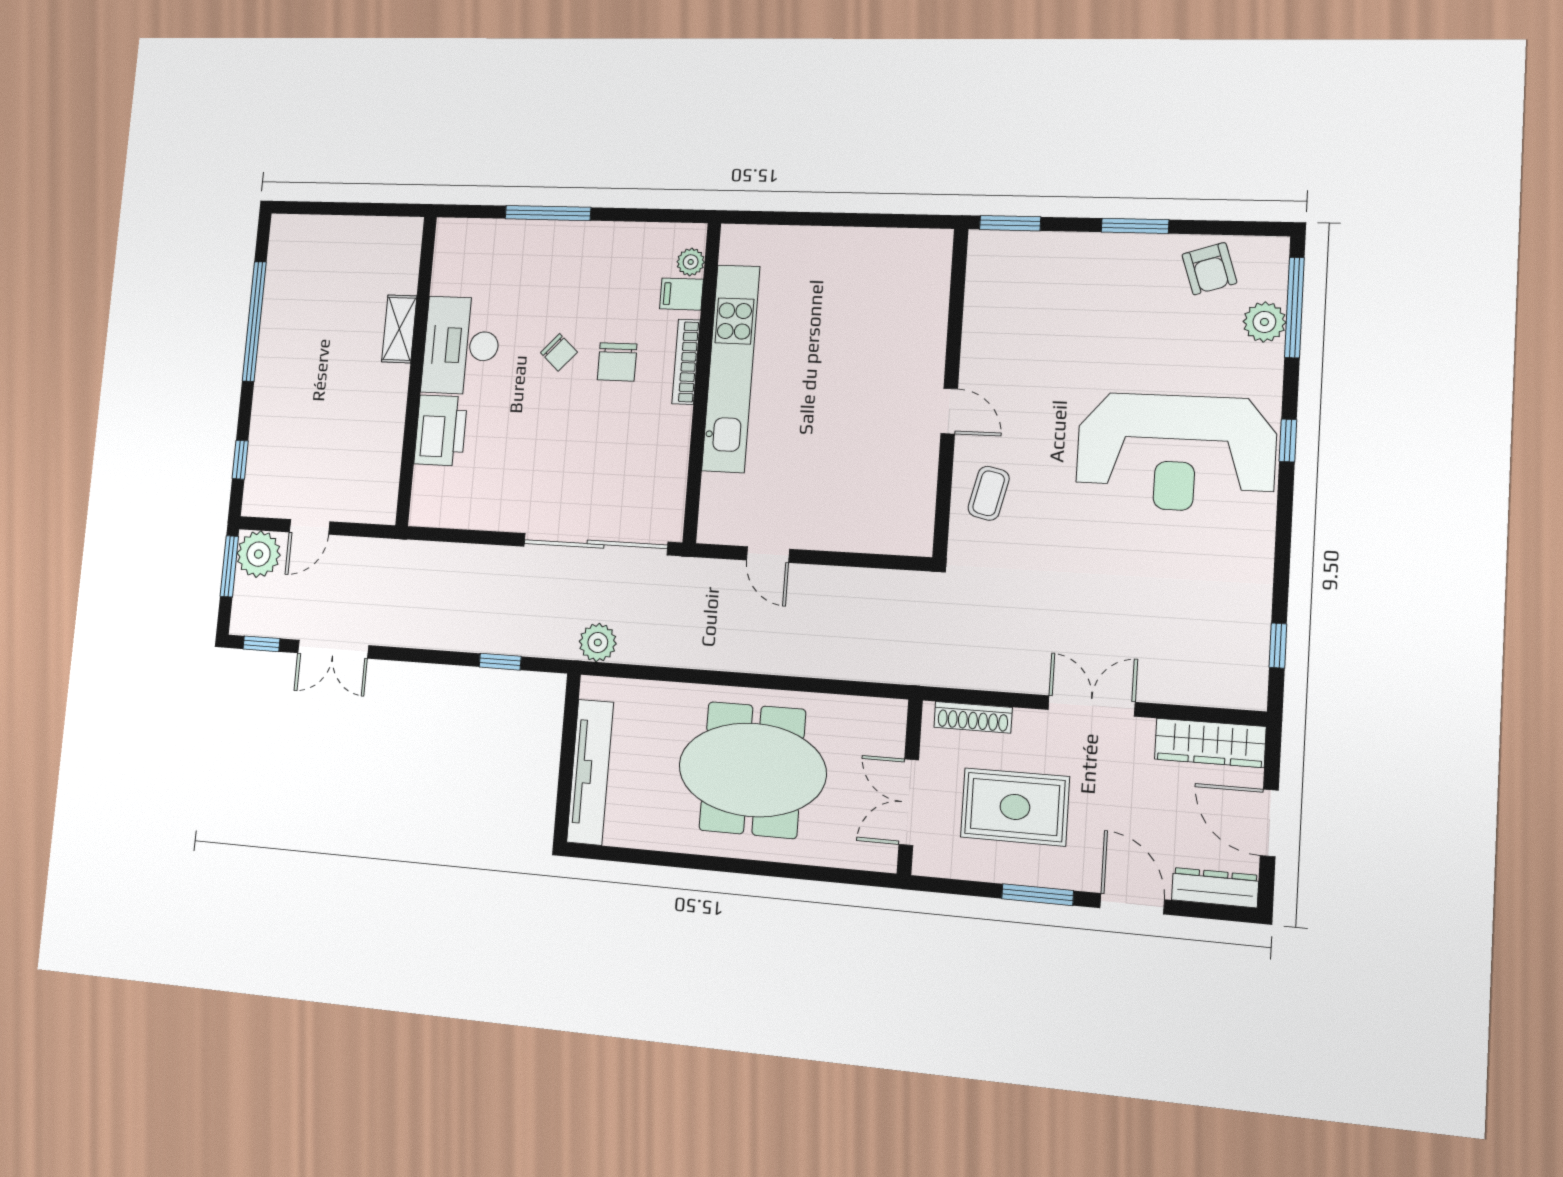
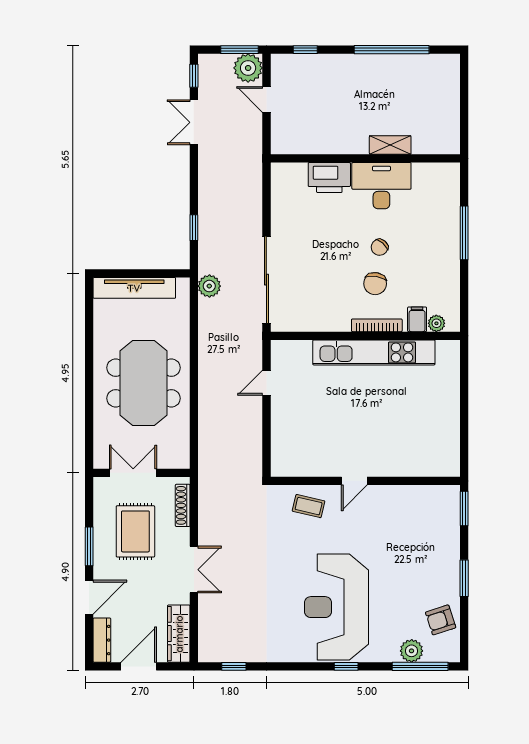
chair: (617, 362) -> (375, 284), turned -81

